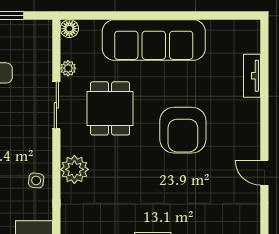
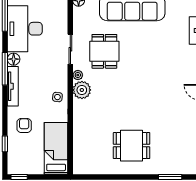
plant: (68, 68) -> (78, 75), moved
armchair: (183, 130) -> (151, 65), removed

